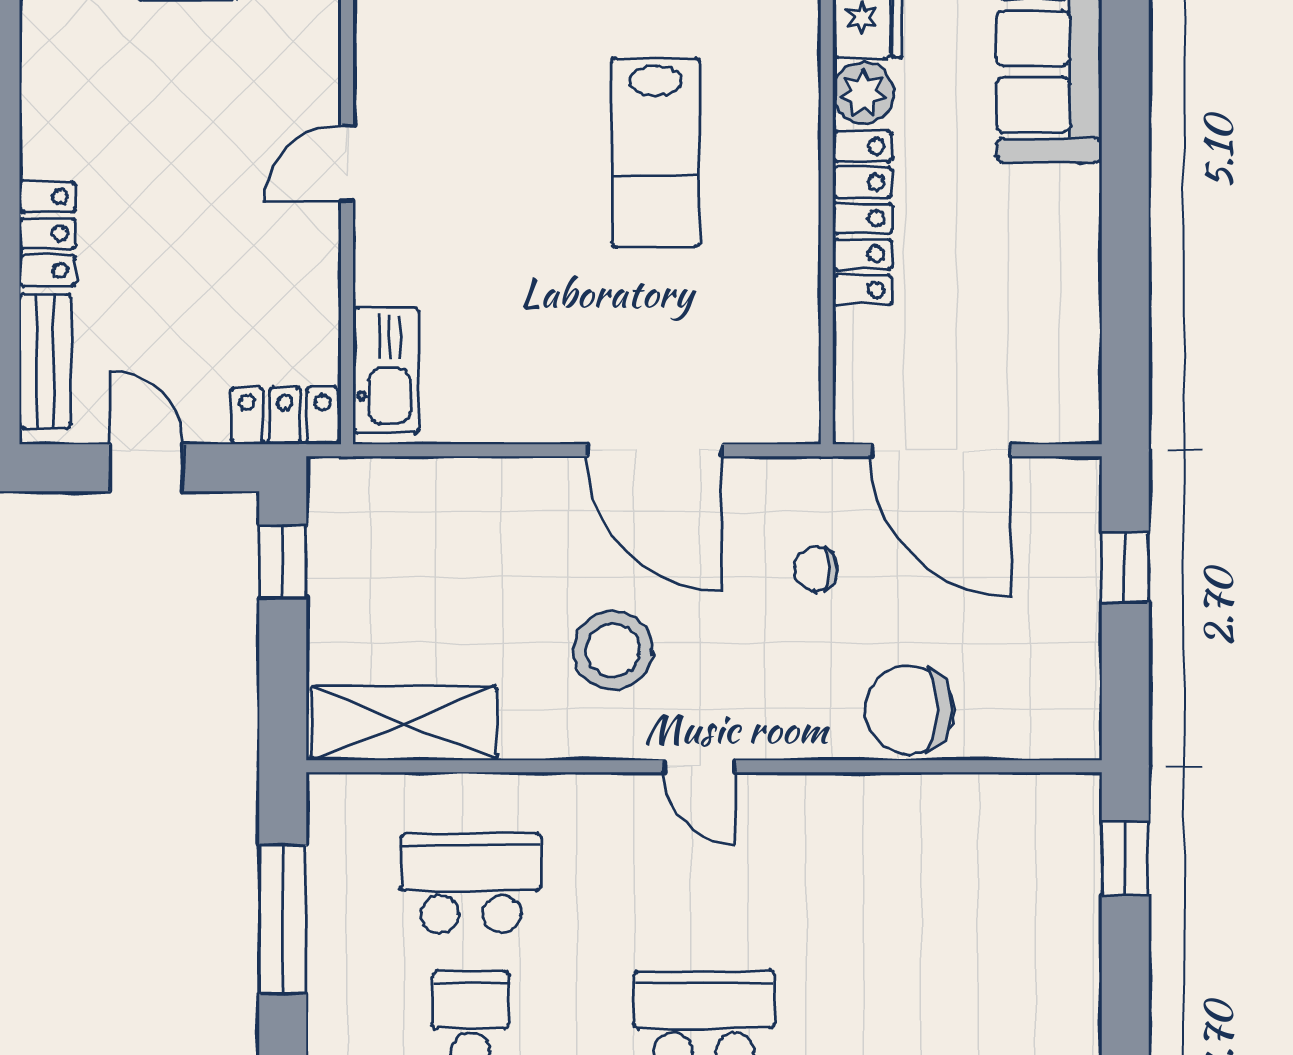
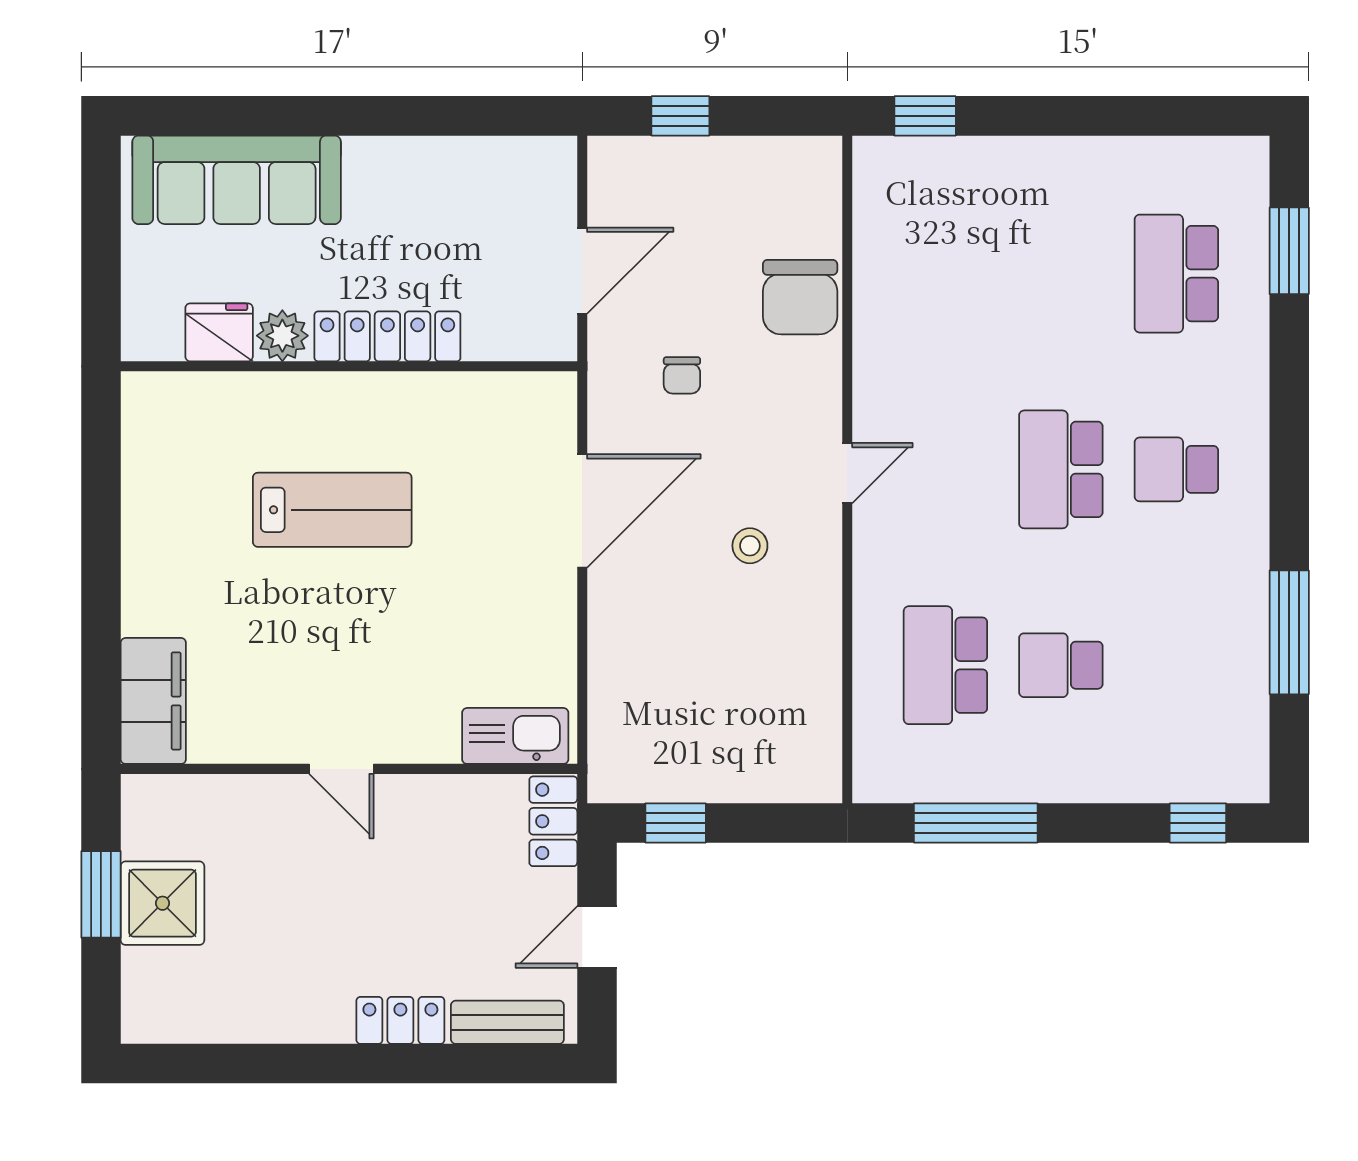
door: (941, 450) -> (582, 271), width x0.73
stool: (613, 650) -> (750, 546), width x0.53, depth x0.53
shelving: (404, 723) -> (811, 721), removed

